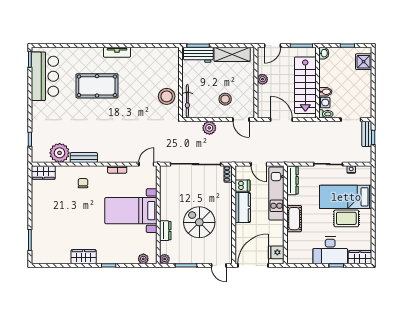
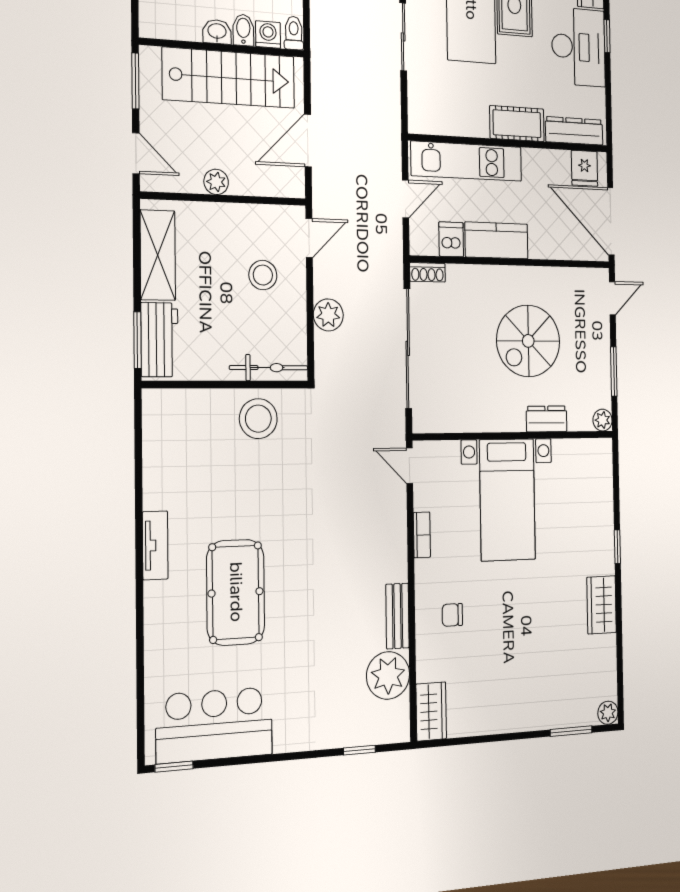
washbasin: (324, 53) -> (217, 32), moved
dresser: (293, 180) -> (574, 131), moved
plant: (143, 259) -> (608, 713), moved

